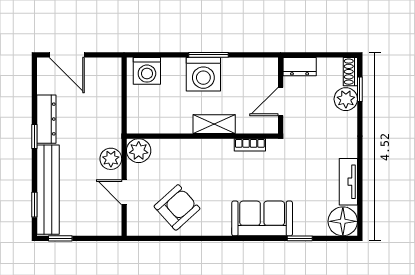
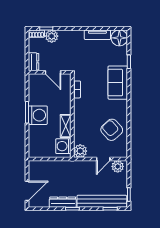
washing machine: (147, 71) -> (63, 146), moved, turned 180
shelving: (214, 124) -> (66, 126), moved
plant: (111, 159) -> (118, 166), moved

